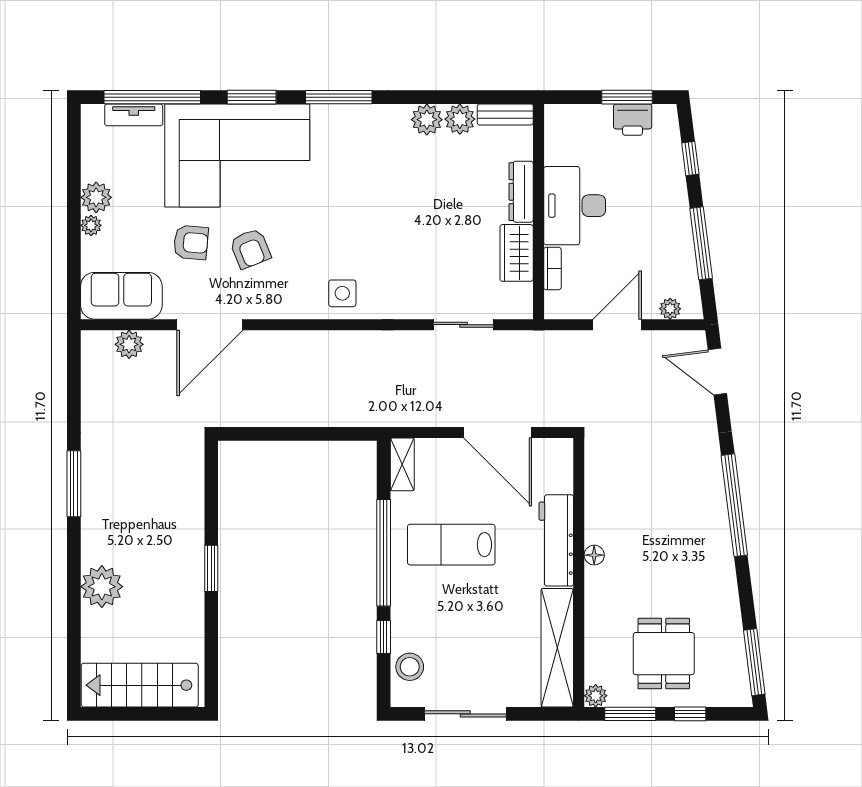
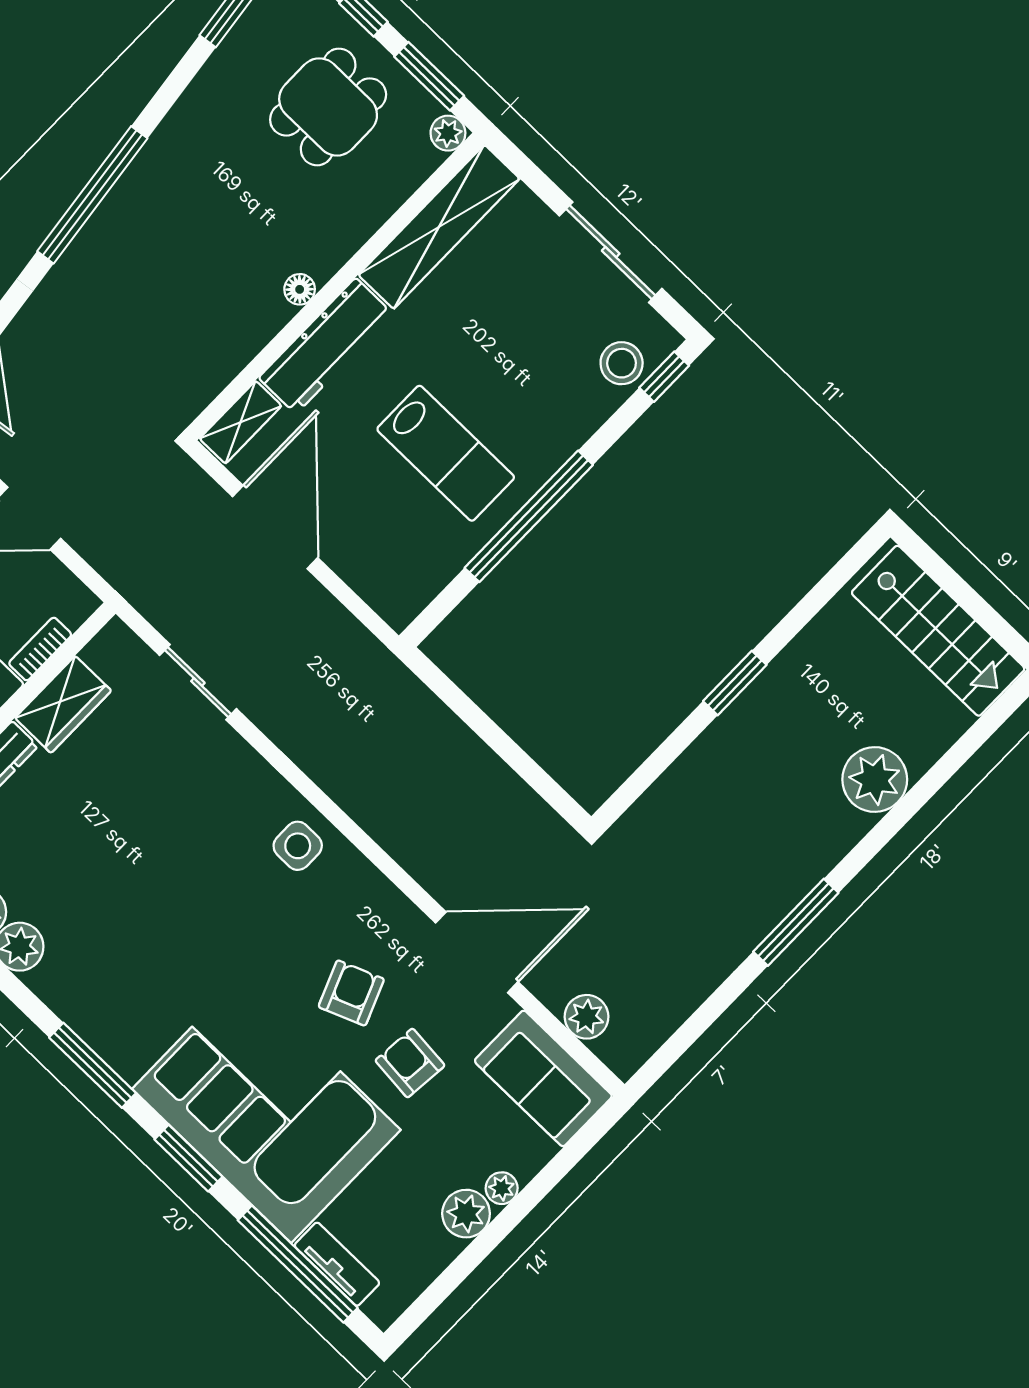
shelving: (402, 464) -> (241, 422), moved
window: (384, 637) -> (664, 377), moved

